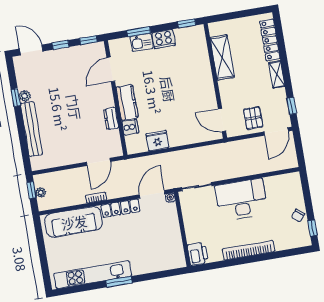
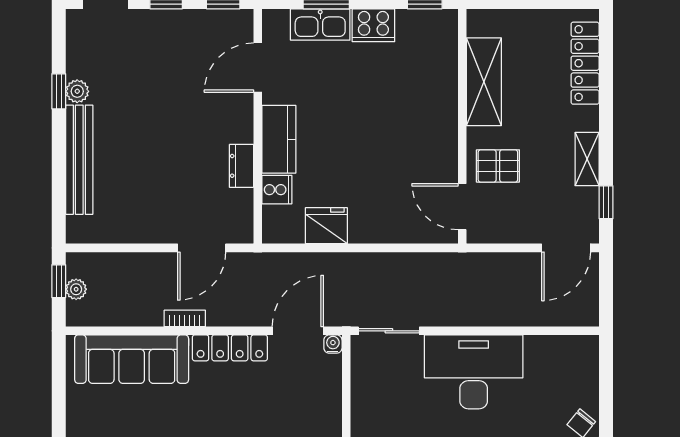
kitchen sink: (142, 42) -> (320, 24), width x1.38
shelving: (277, 74) -> (587, 159), moved
pallet: (253, 118) -> (498, 166), moved, turned 90

